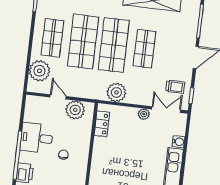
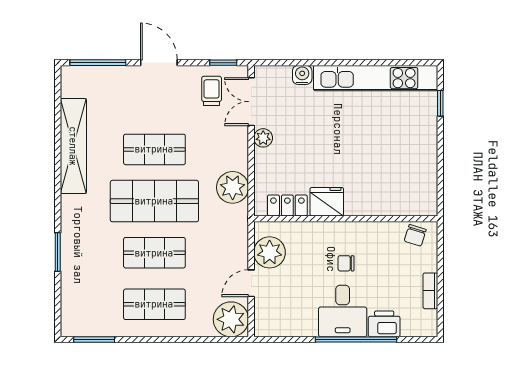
shop shelf: (83, 41) -> (154, 253), width x0.70, depth x0.74
plant: (39, 71) -> (231, 319), moved
desk: (37, 138) -> (343, 311), moved
fridge: (101, 147) -> (327, 202), added

